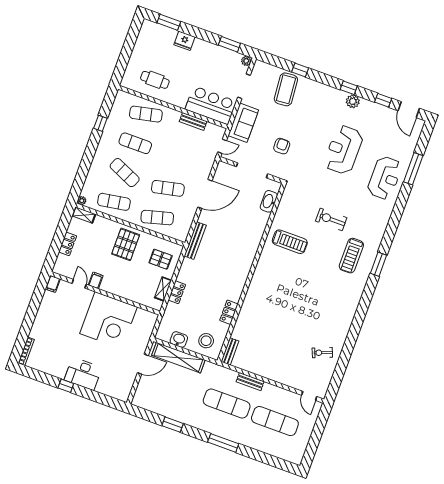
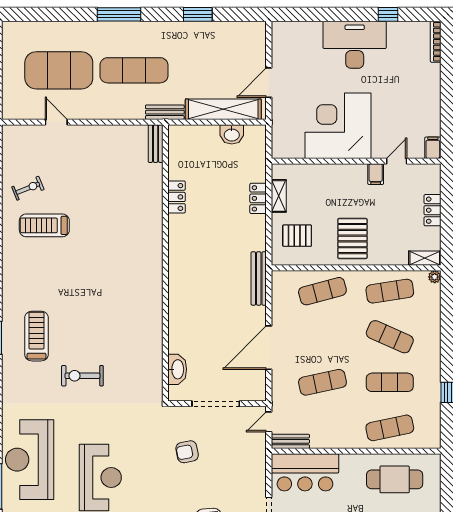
cafe table: (155, 80) -> (395, 479), width x1.37, depth x1.35
bench: (193, 121) -> (290, 441), moved
sofa: (243, 123) -> (252, 465), removed
armchair: (282, 146) -> (187, 452), turned 79
reception desk: (385, 178) -> (30, 460), width x1.36, depth x1.30
exercise mat: (168, 188) -> (322, 382), moved
exercise bike: (331, 219) -> (82, 376), turned 180
treadmill: (290, 242) -> (44, 225), moved
door: (79, 284) -> (397, 161), swing flipped
stool: (206, 341) -> (194, 146), removed
desk: (83, 374) -> (355, 45), width x1.36, depth x1.30
bench: (250, 382) -> (165, 112), moved
window: (66, 386) -> (388, 14), moved
door: (309, 396) -> (56, 122), moved
exercise mat: (275, 421) -> (59, 70), width x1.47

